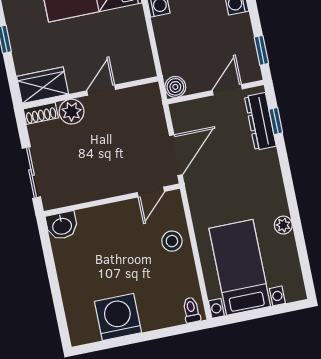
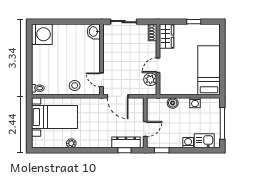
boiler: (175, 87) -> (173, 103), moved
door: (101, 90) -> (158, 65), swing flipped
door: (227, 90) -> (145, 129), hinge flipped
plant: (72, 112) -> (150, 79), moved
washing machine: (118, 317) -> (42, 34), moved

